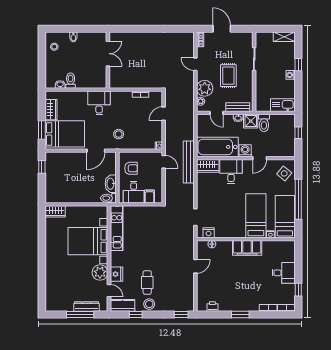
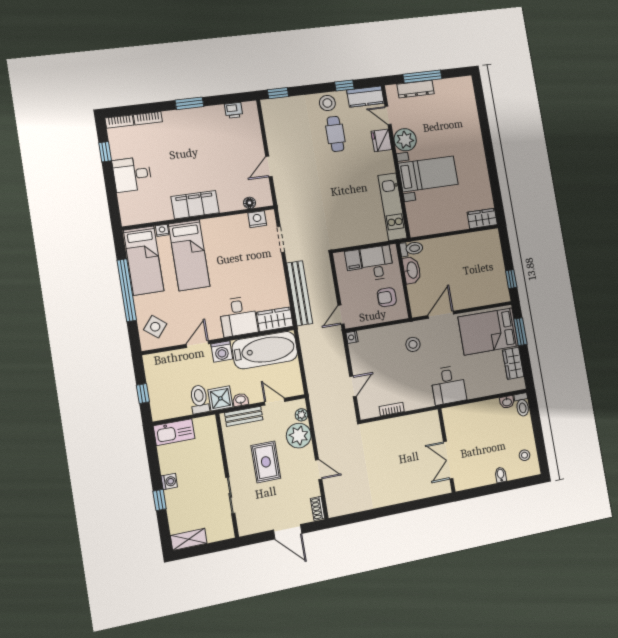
toilet: (71, 81) -> (522, 405), moved
door: (164, 162) -> (341, 315), hinge flipped
bench: (189, 162) -> (300, 293), moved
bed with nightstands: (88, 241) -> (428, 174), width x0.73

